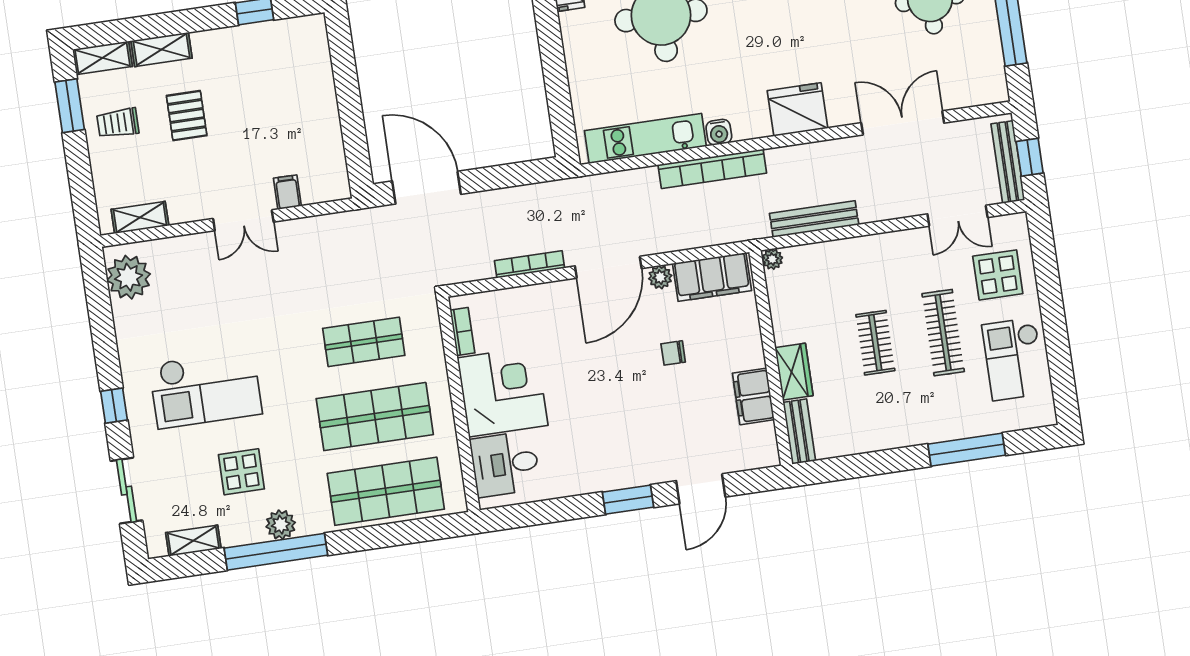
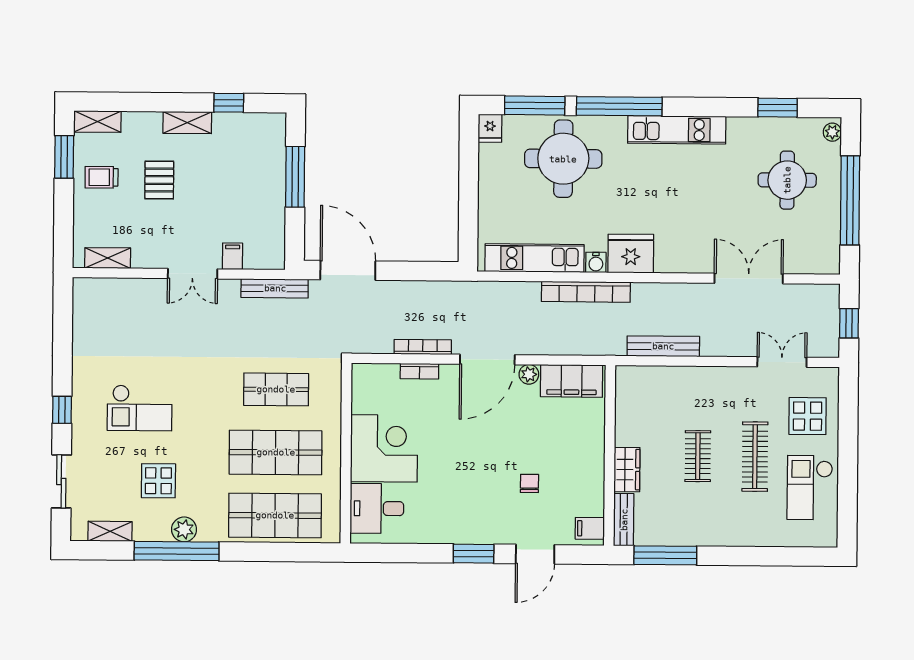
shelving: (162, 49) -> (187, 123), moved
window: (347, 87) -> (295, 177), added
fridge: (797, 110) -> (631, 254), moved
bench: (1008, 162) -> (275, 288), moved, turned 90
double door: (957, 216) -> (782, 362), swing flipped
plant: (772, 259) -> (624, 374), removed
plant: (129, 277) -> (91, 306), removed
bookcase: (462, 332) -> (419, 371), moved, turned 90
chair: (673, 353) -> (529, 483), moved, turned 90
checkout: (206, 389) -> (140, 408), width x0.73, depth x0.83
filing cabinet: (753, 396) -> (590, 528), moved, width x0.50
window: (967, 450) -> (665, 555), moved

